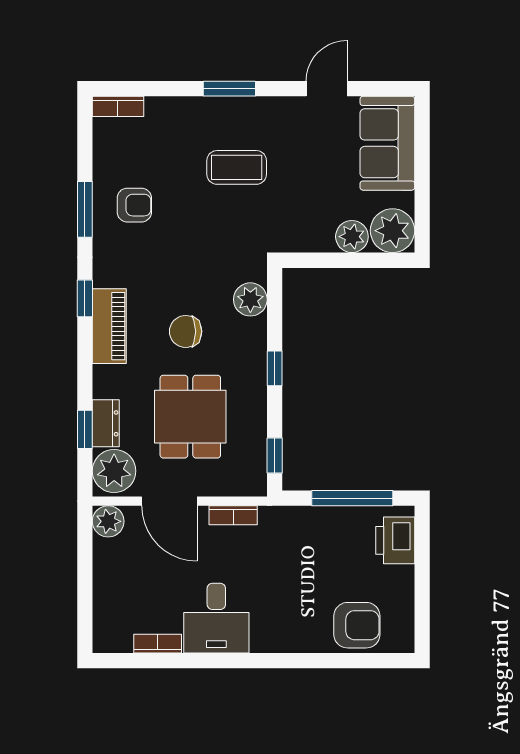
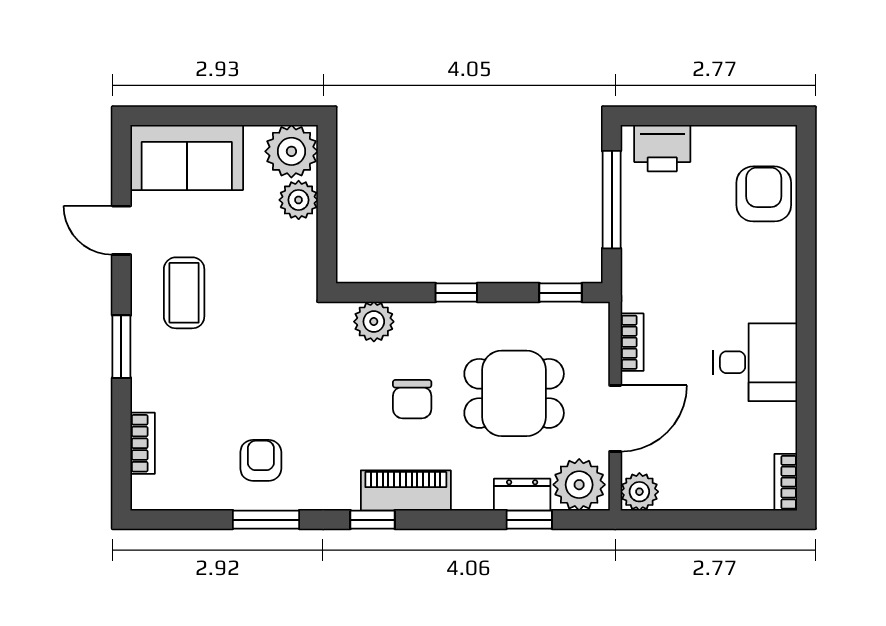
bookcase: (118, 106) -> (143, 443), moved
coffee table: (237, 167) -> (184, 293), moved
bookcase: (158, 644) -> (786, 482), moved

